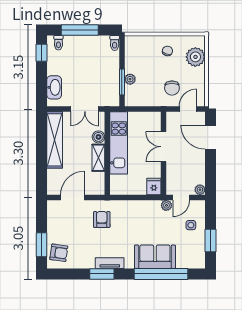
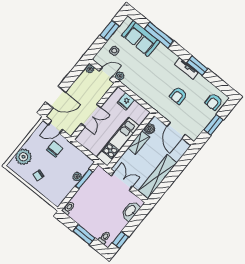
window: (80, 30) -> (84, 235), width x0.69
boiler: (98, 137) -> (150, 129), moved
door: (210, 137) -> (56, 97), hinge flipped
fridge: (154, 186) -> (126, 101), moved
door: (73, 197) -> (176, 130), hinge flipped
armchair: (102, 219) -> (178, 95), moved
window: (42, 245) -> (214, 125), moved
armchair: (59, 253) -> (214, 102), turned -98
sofa: (155, 257) -> (141, 38), moved
window: (161, 274) -> (159, 35), width x0.68

